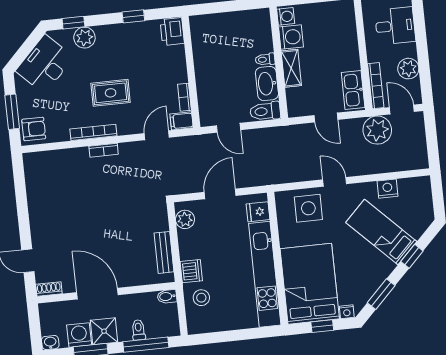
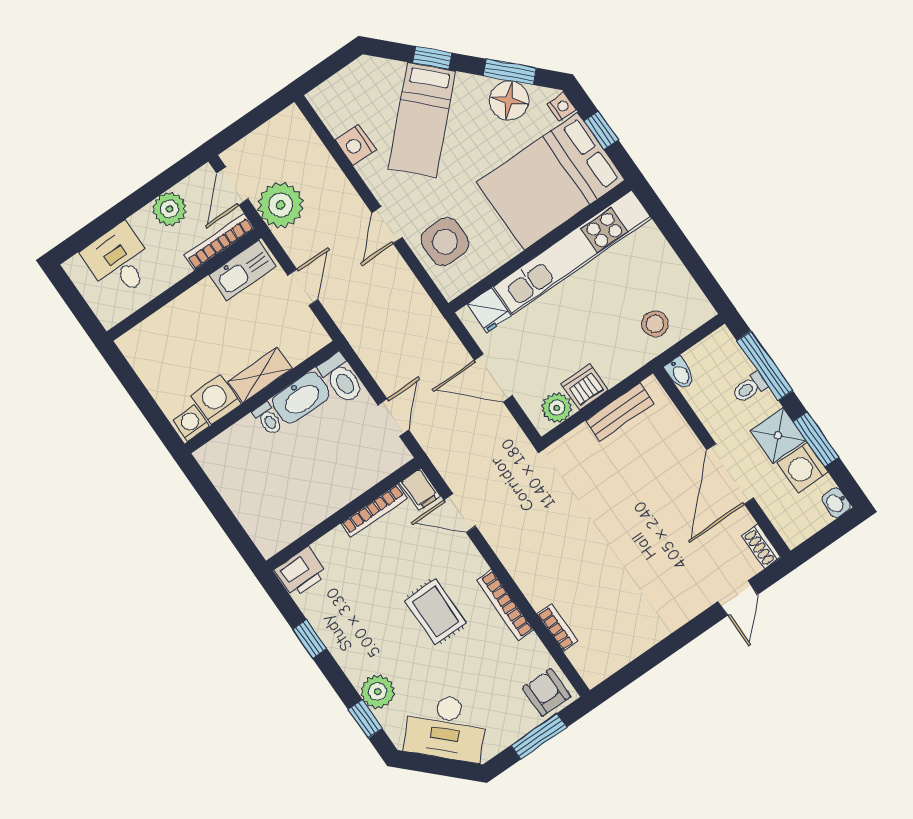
bookcase: (184, 97) -> (374, 511), width x1.56
bookcase: (104, 150) -> (557, 628), moved
dishwasher: (191, 271) -> (585, 387), moved
floor lamp: (366, 285) -> (509, 101), added

